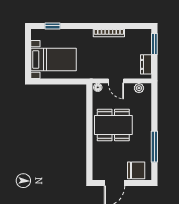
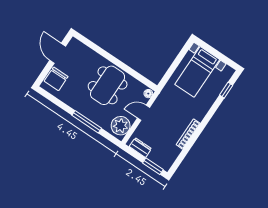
plant: (139, 88) -> (121, 126), width x1.87, depth x1.87
window: (154, 147) -> (87, 122), moved

